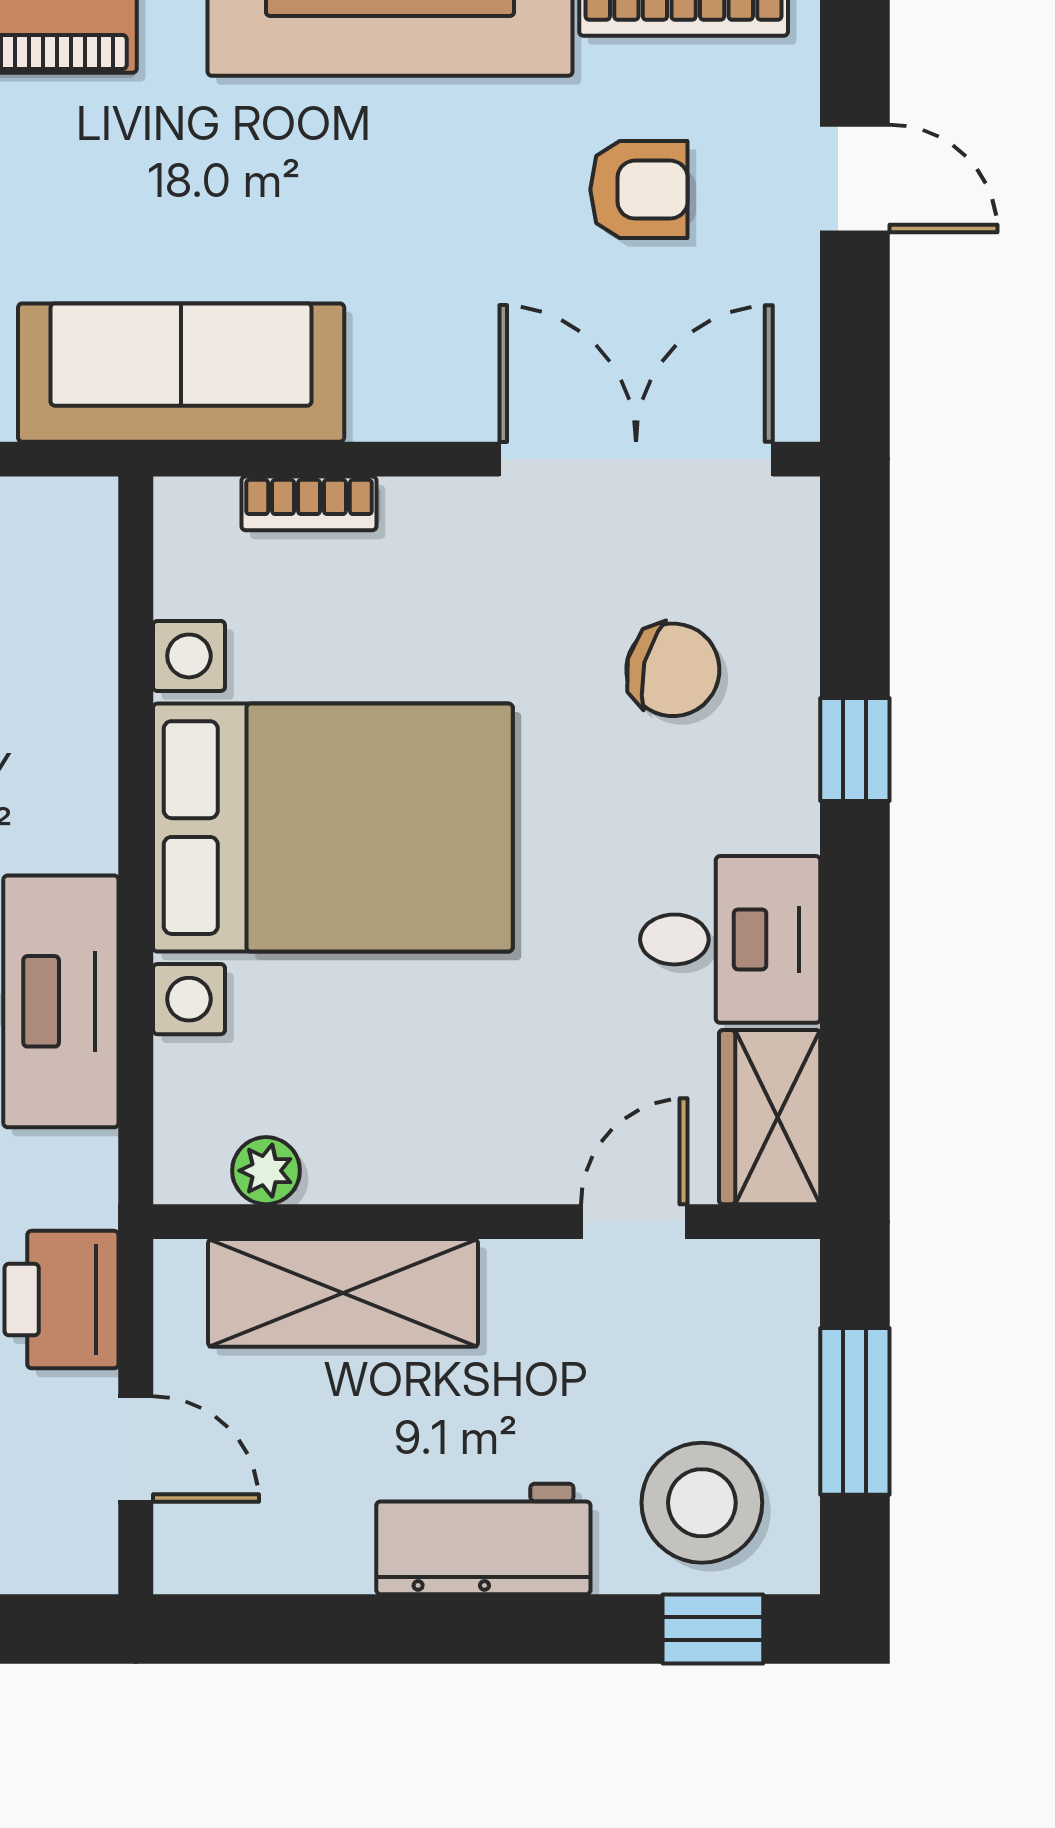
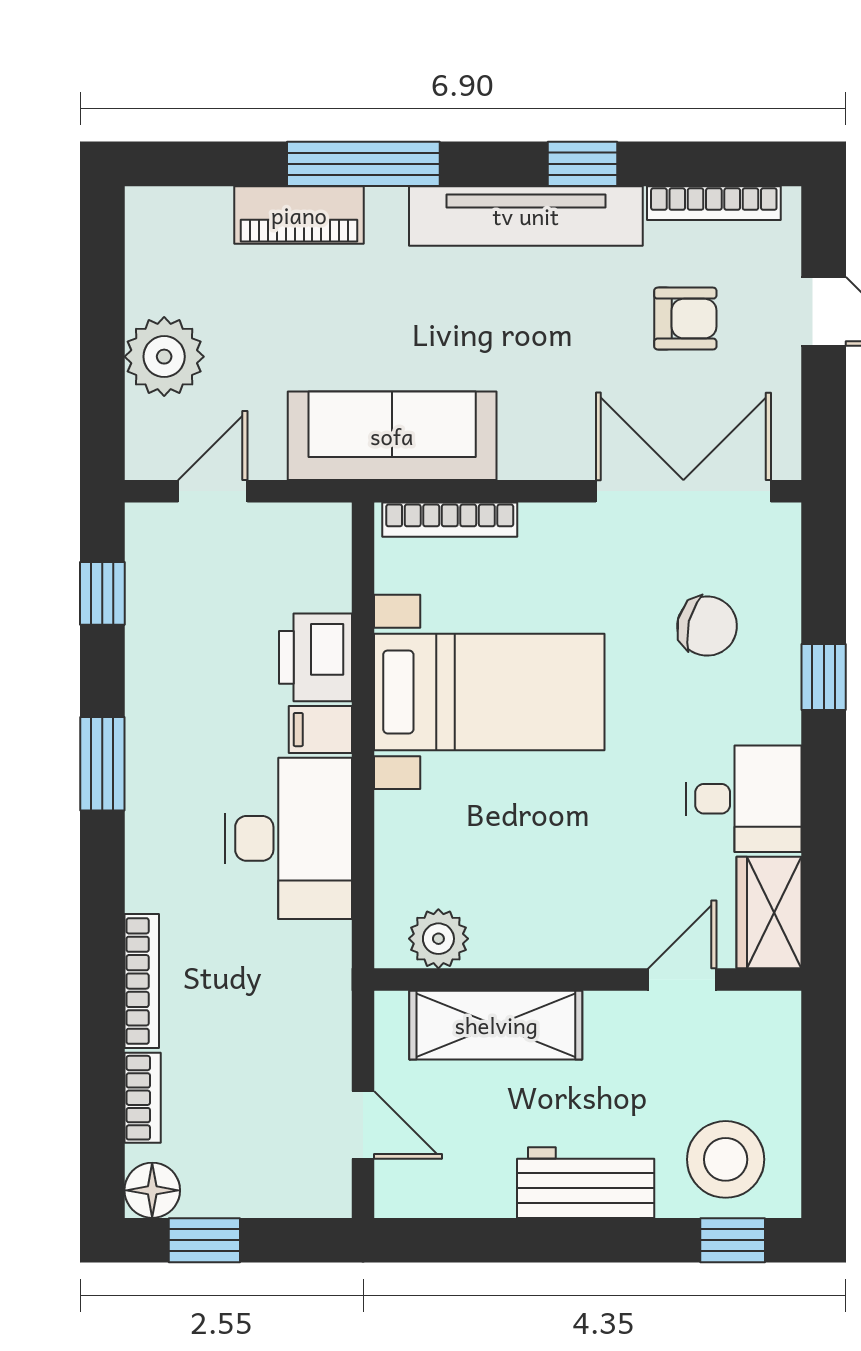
bookcase: (309, 503) -> (450, 520), width x1.56
bed with nightstands: (333, 828) -> (489, 692), width x0.73
filing cabinet: (69, 831) -> (320, 730), added
plant: (266, 1171) -> (438, 939), width x1.38, depth x1.38
printer: (61, 1300) -> (316, 657), moved
window: (855, 1411) -> (824, 1101), removed

